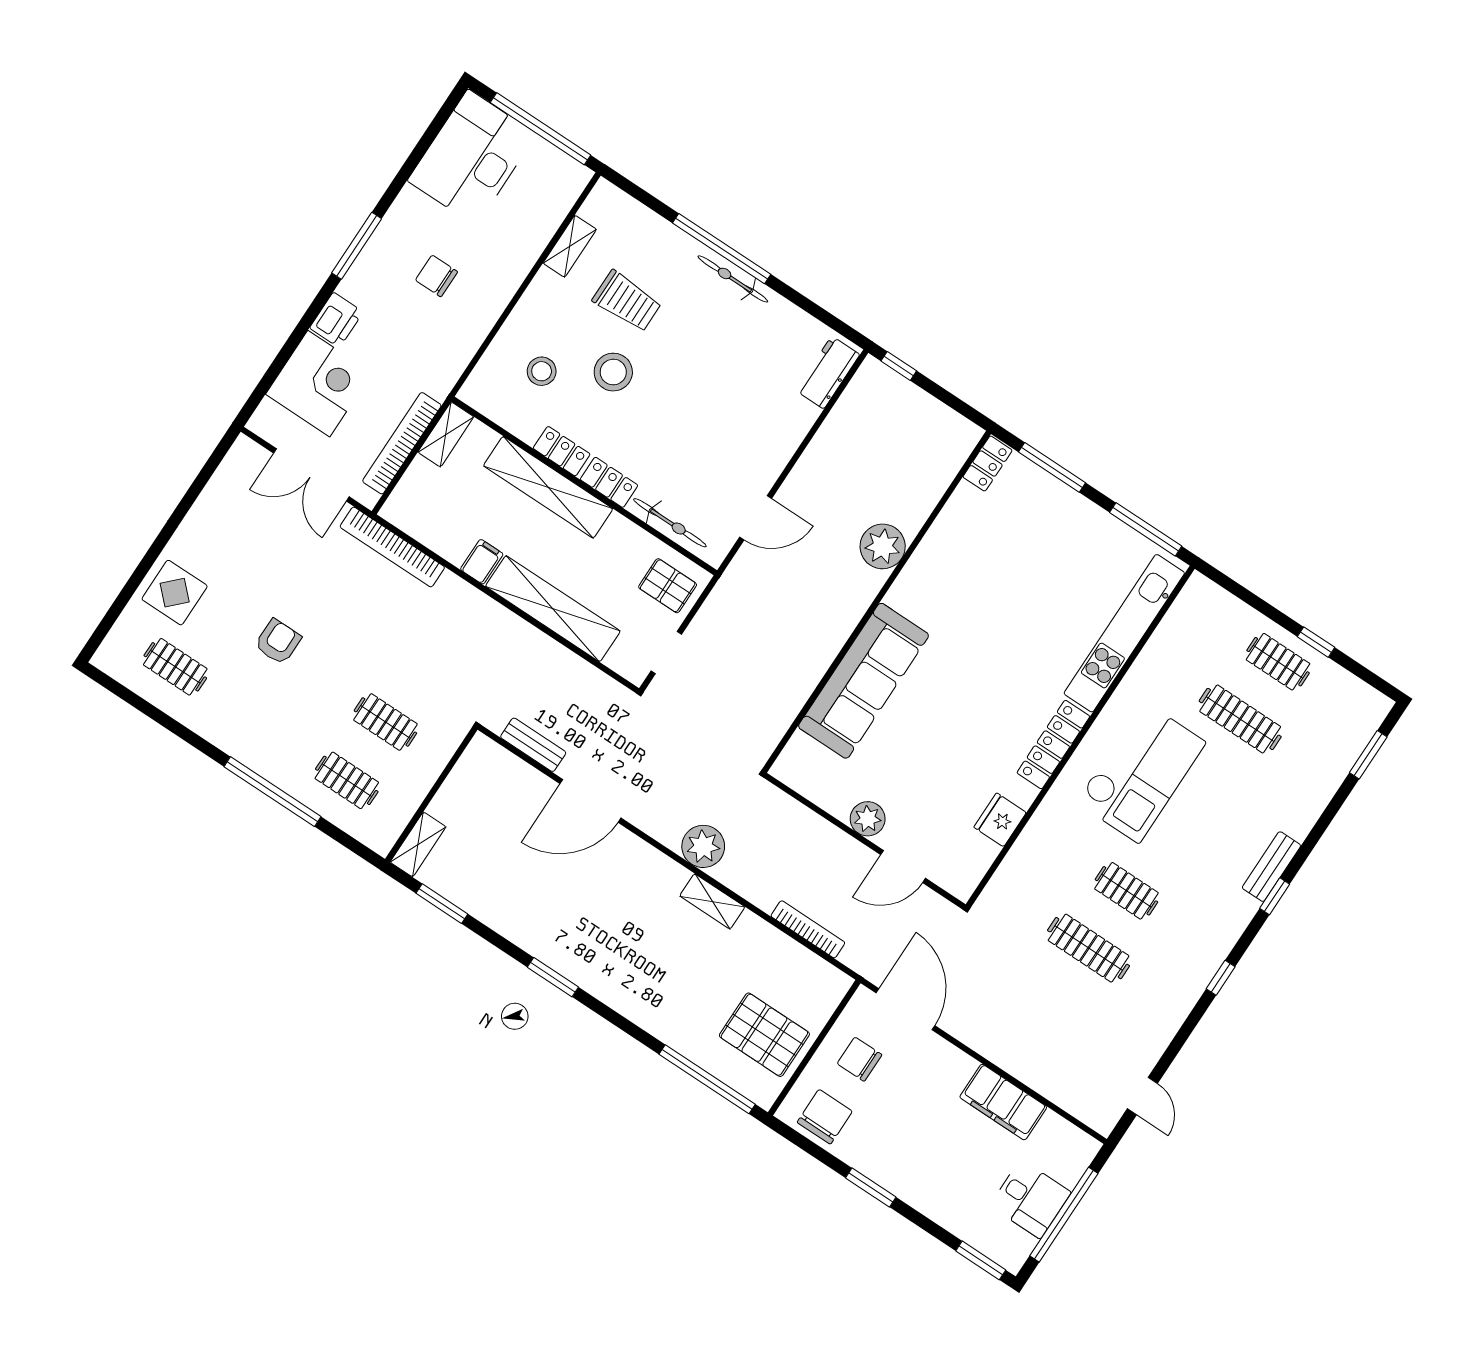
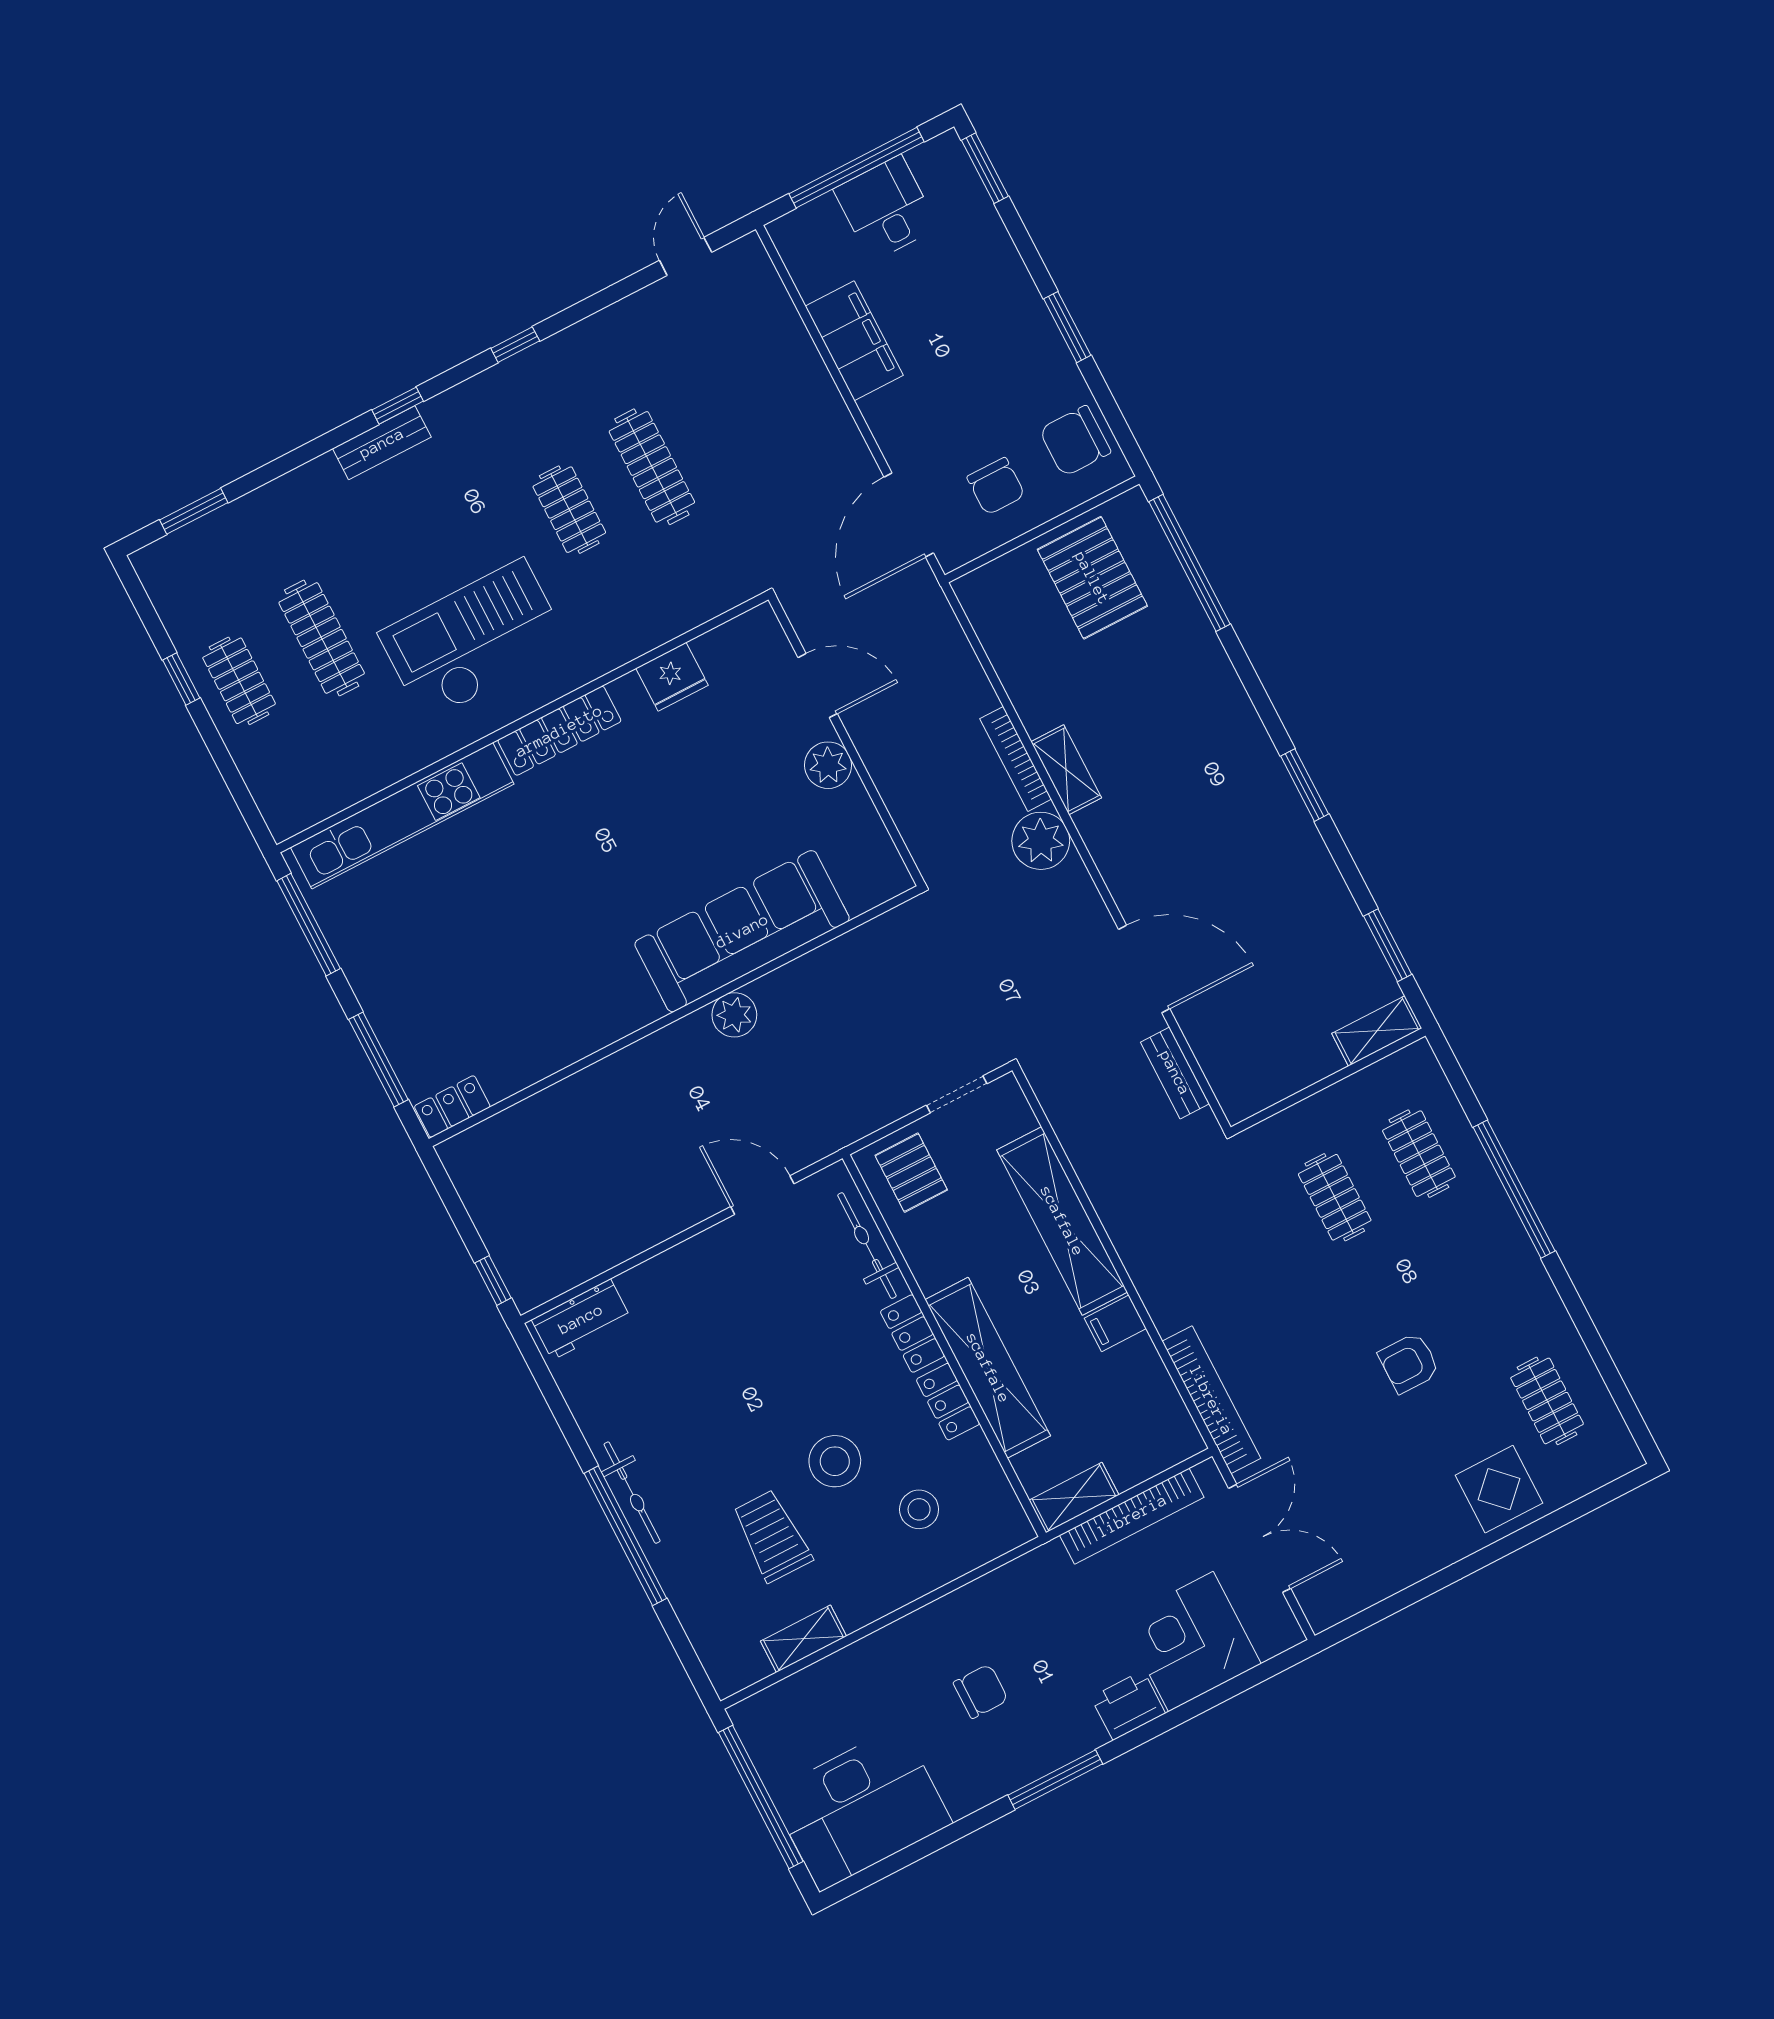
chair: (436, 276) -> (981, 1691), turned -90
plant: (883, 546) -> (734, 1015), moved, width x0.73, depth x0.73
bookcase: (808, 929) -> (1016, 759), moved

